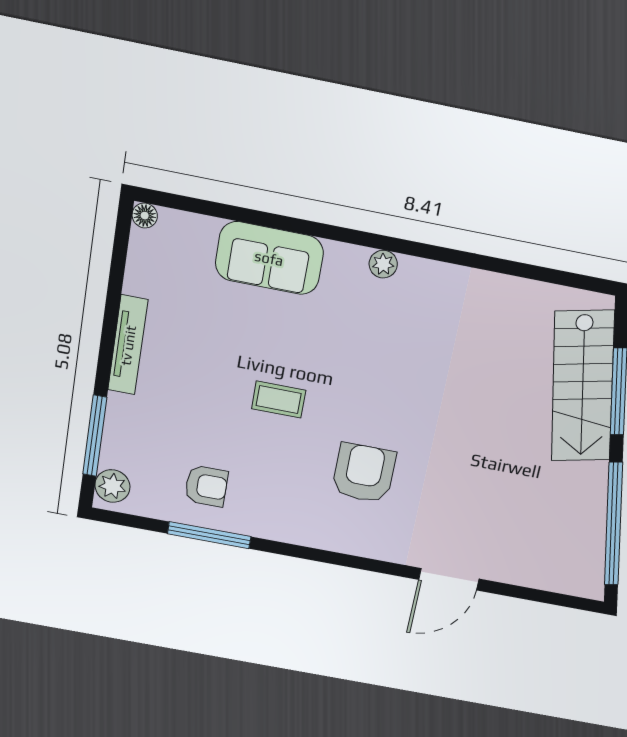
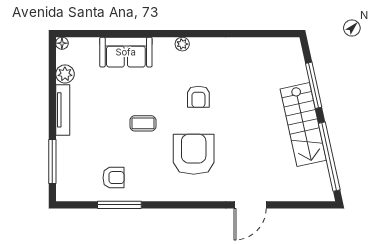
armchair: (394, 371) -> (198, 97), added
stairs: (583, 387) -> (303, 125), moved
armchair: (364, 473) -> (194, 154), width x1.36, depth x1.36
plant: (112, 486) -> (65, 74), moved

